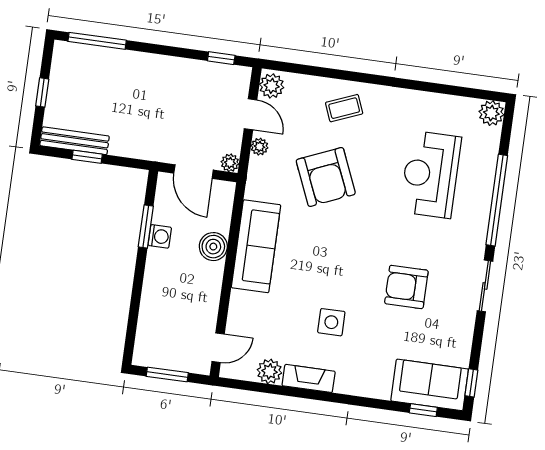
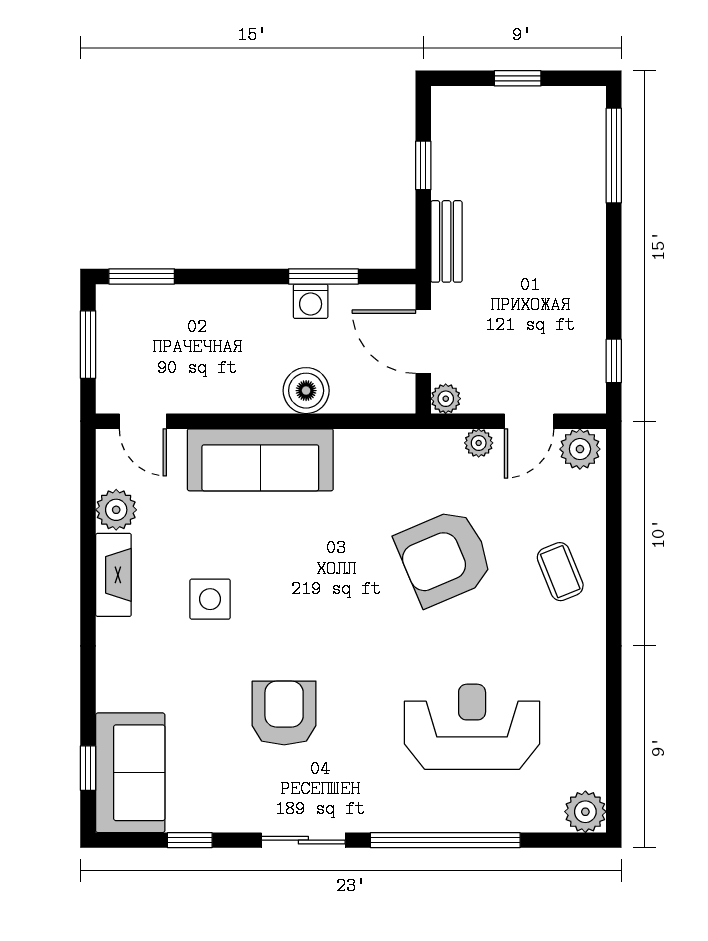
bench: (75, 141) -> (446, 241), moved, width x0.73
door: (194, 172) -> (423, 342), hinge flipped
sofa: (256, 246) -> (260, 460), moved
window: (130, 336) -> (142, 276), added
window: (471, 383) -> (190, 840), moved

